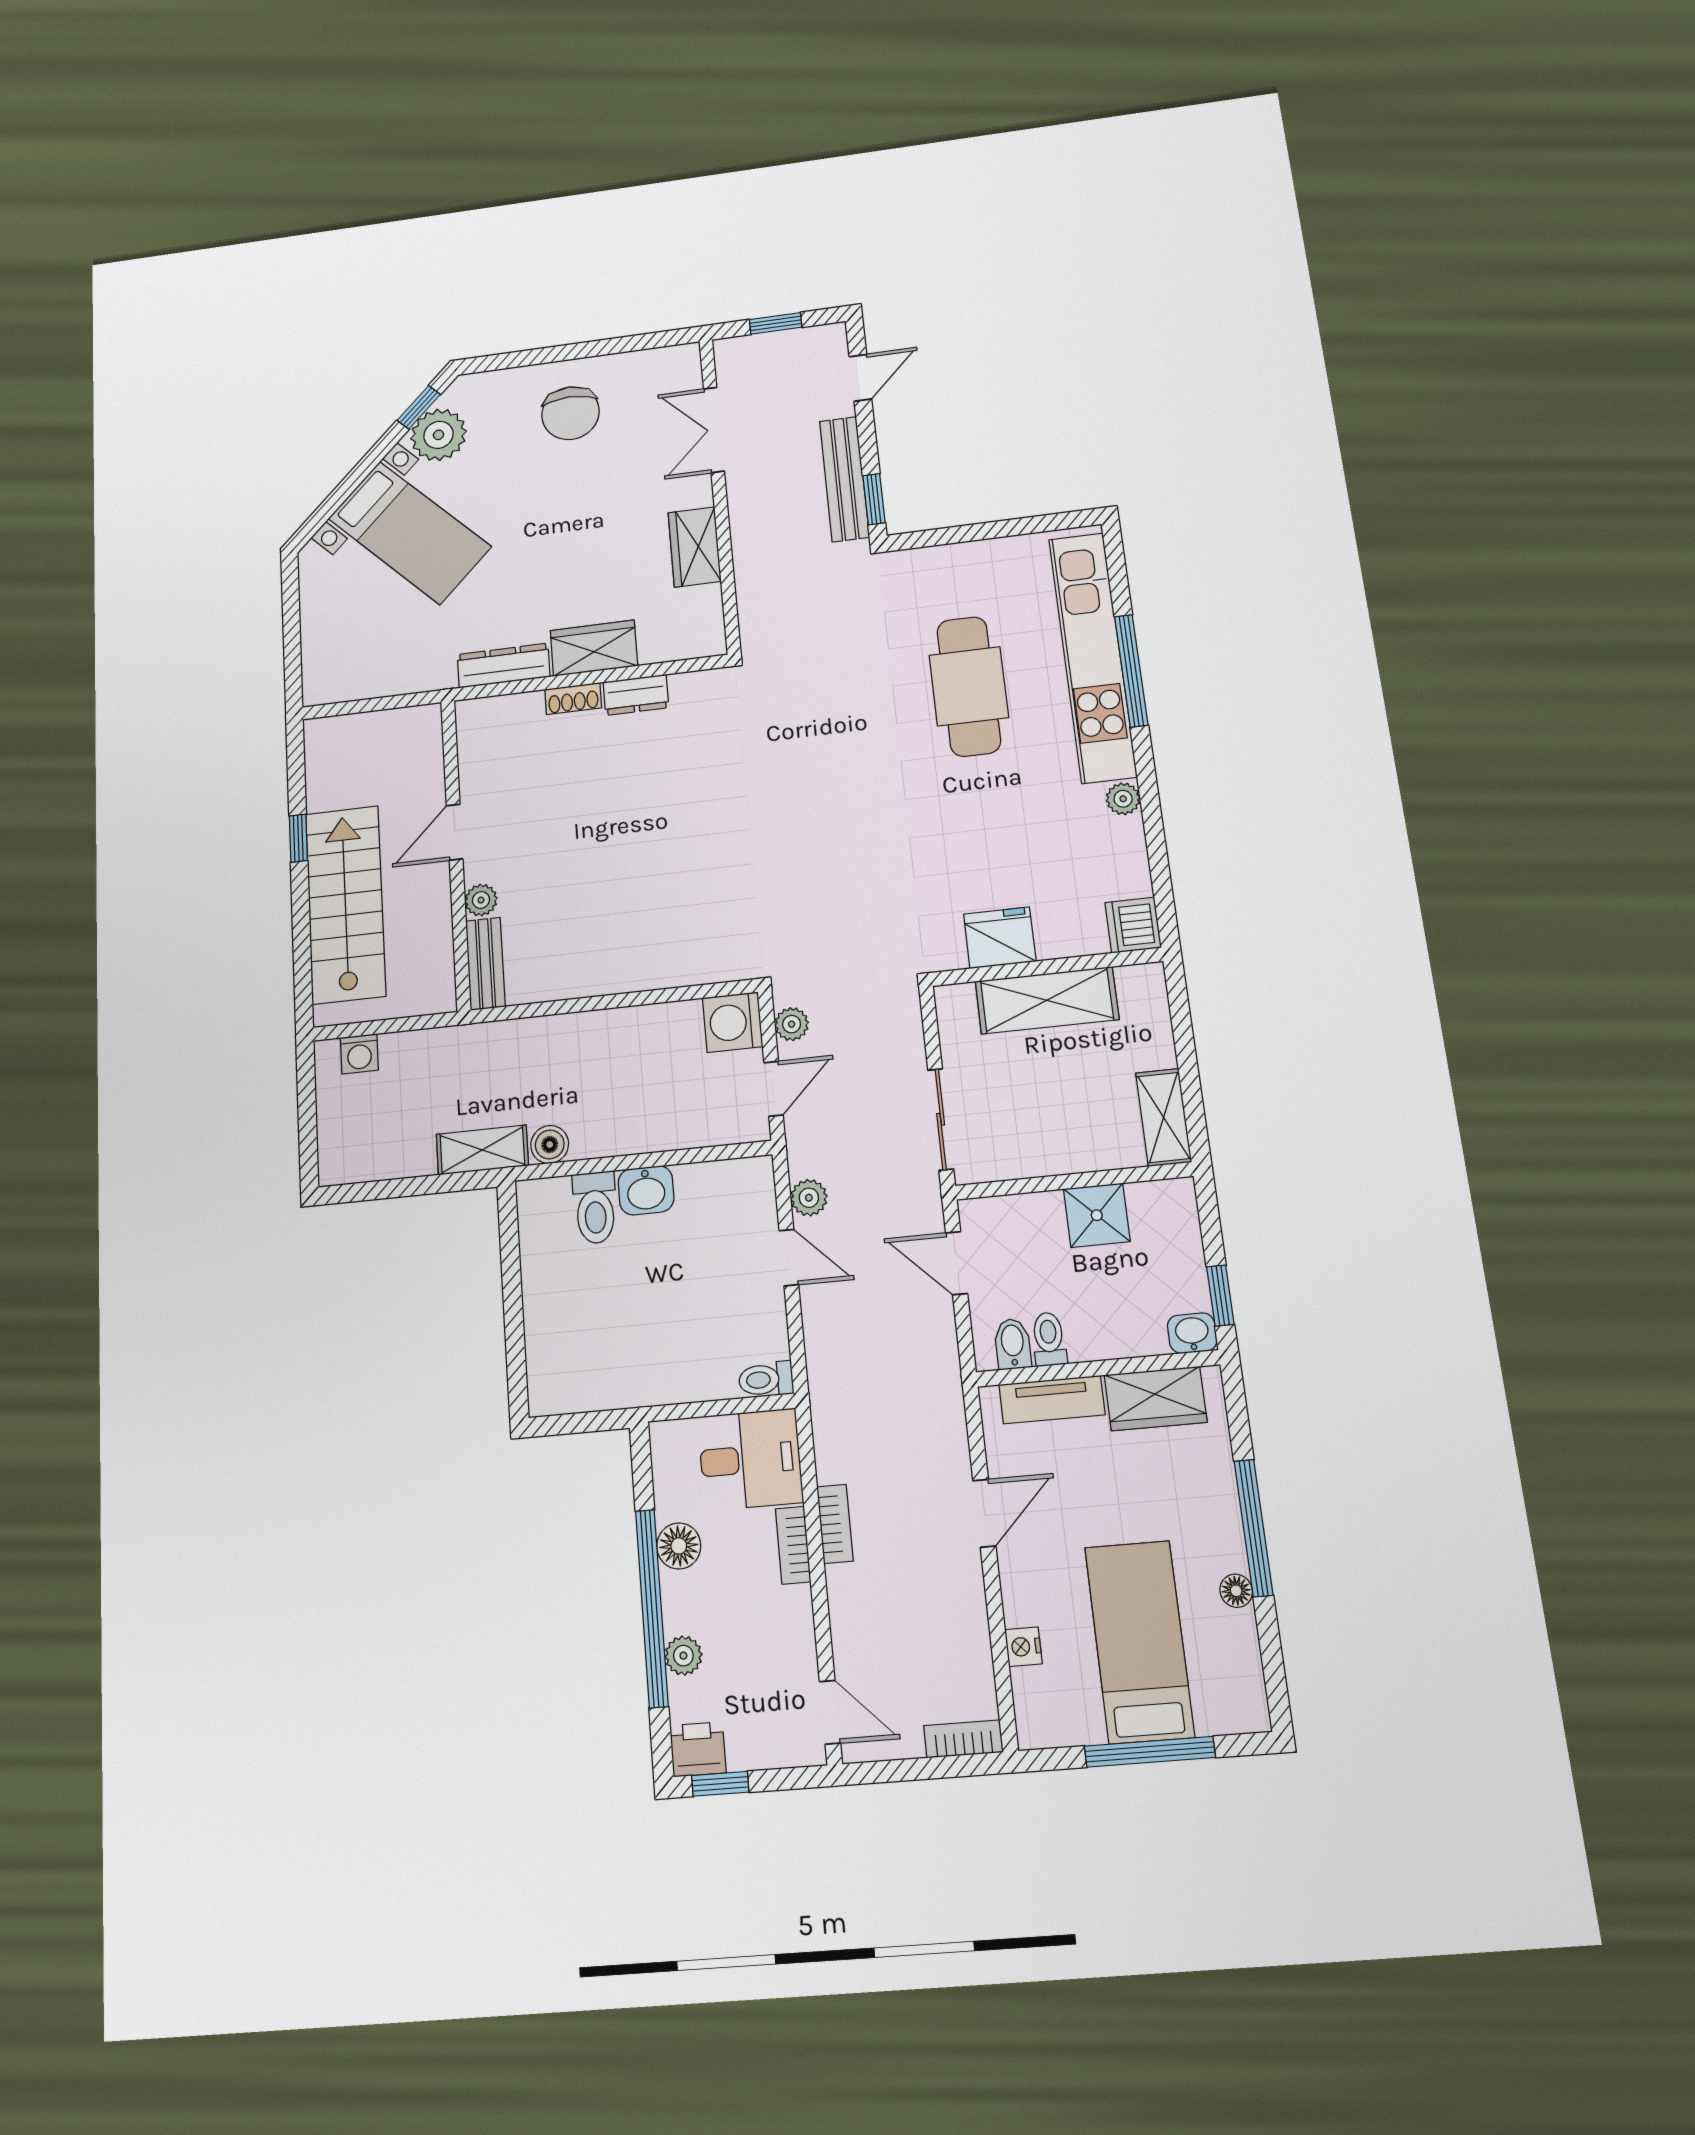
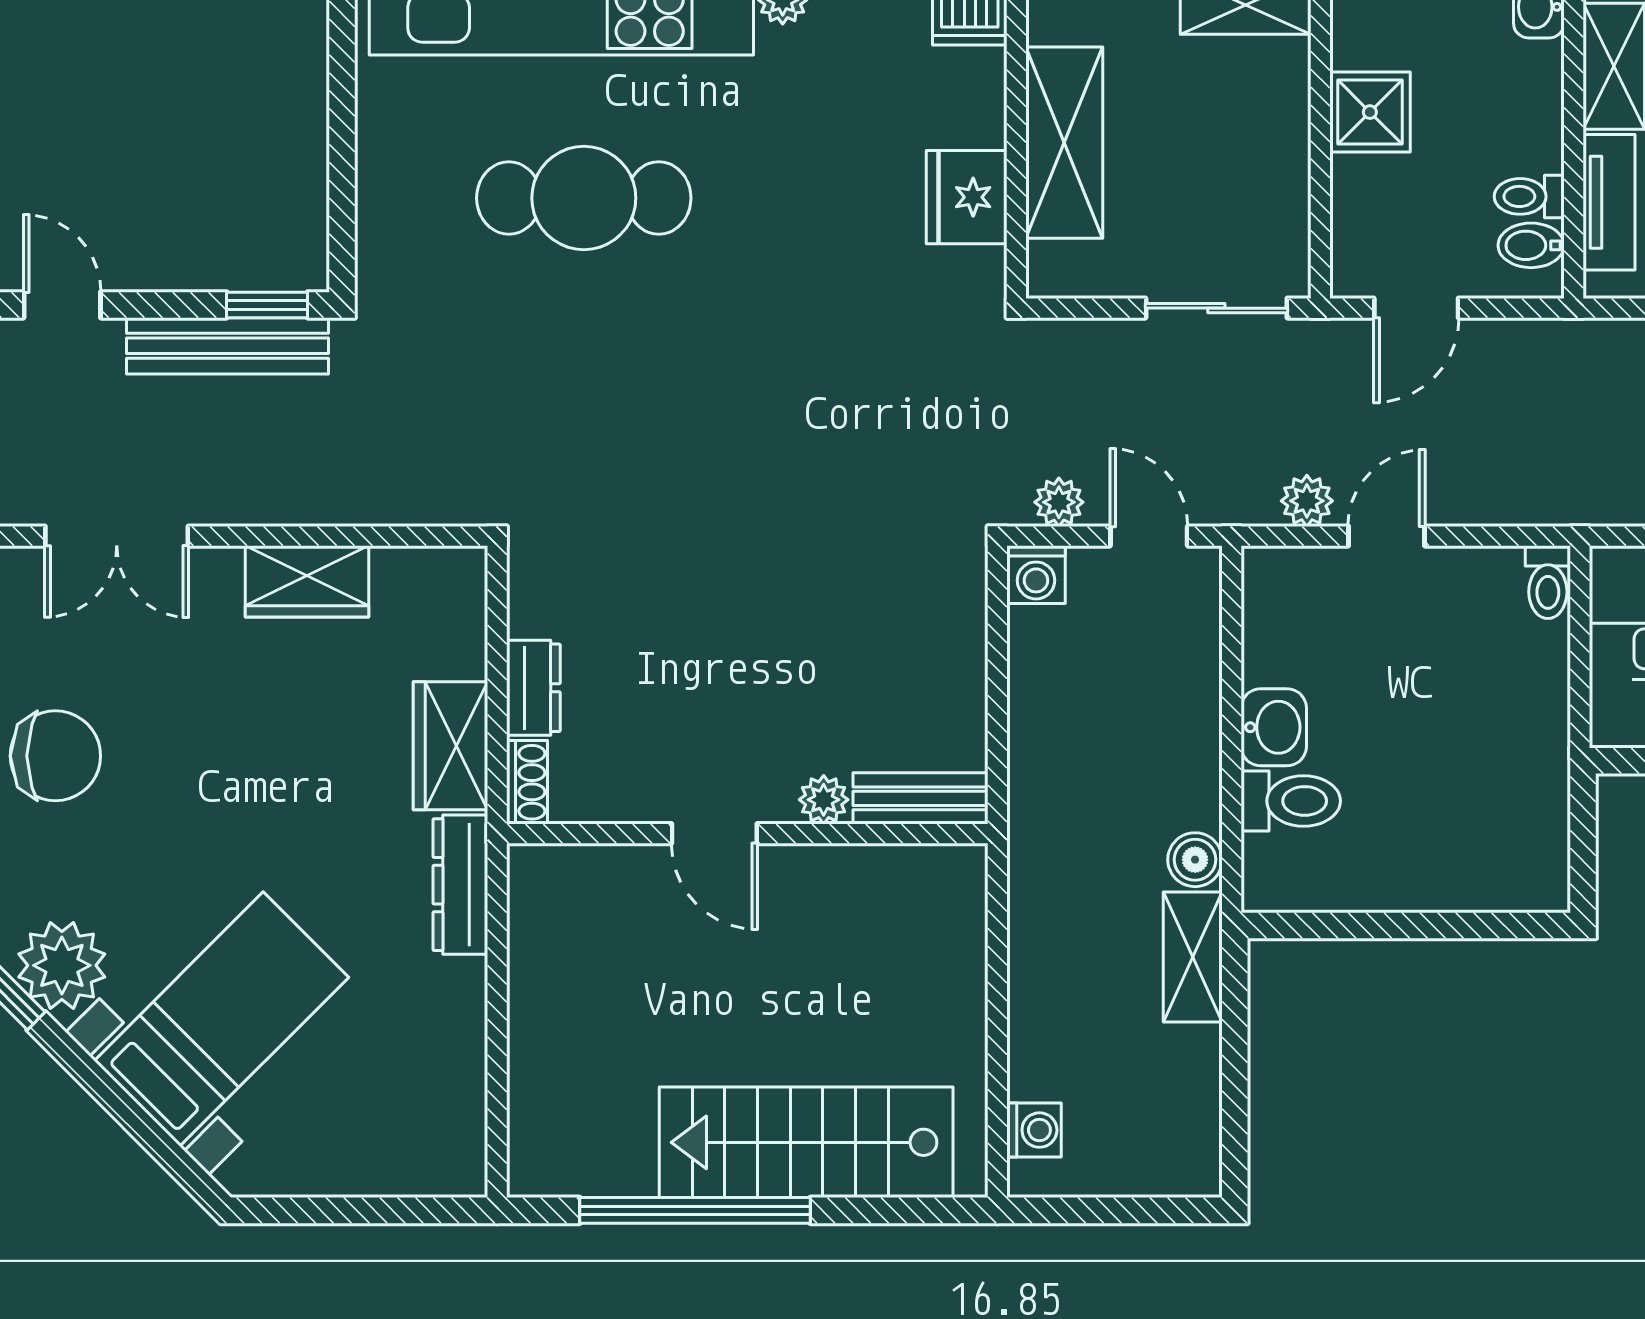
door: (455, 832) -> (714, 834), moved
window: (298, 838) -> (695, 1210), width x3.17
wall: (456, 853) -> (747, 834), moved
plant: (481, 900) -> (824, 800), moved
bench: (485, 964) -> (920, 798), moved
washing machine: (733, 1022) -> (1036, 575), width x0.73, depth x0.73

